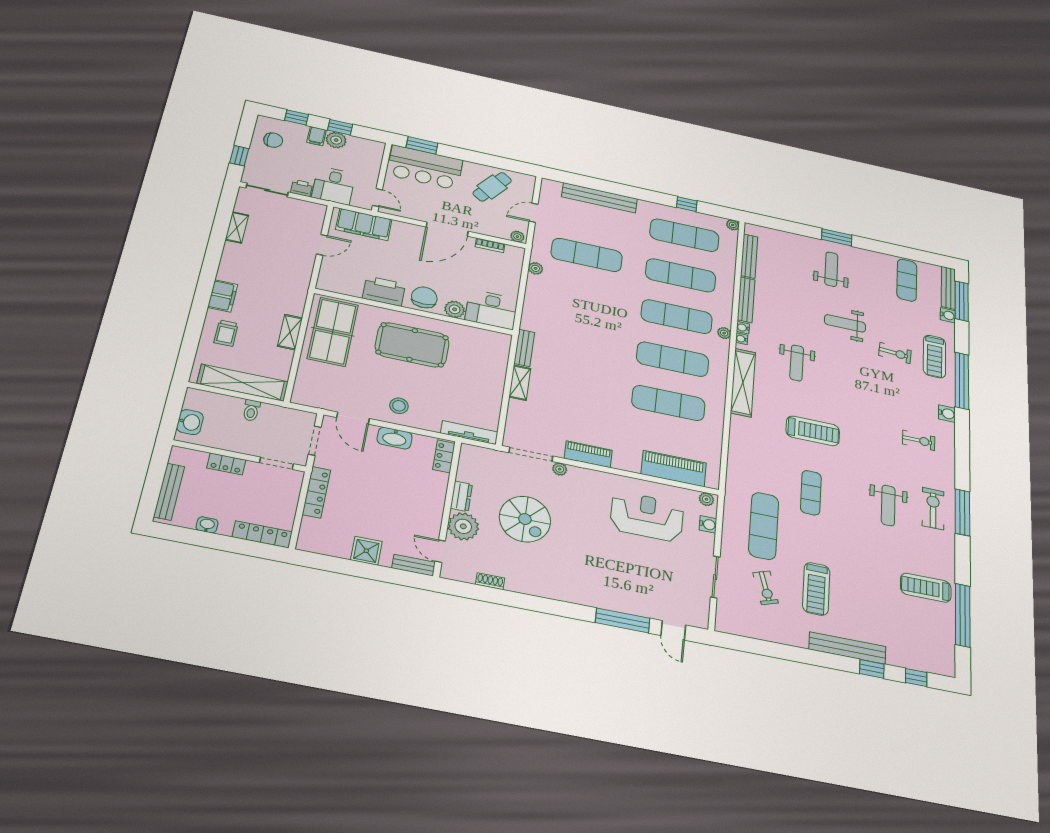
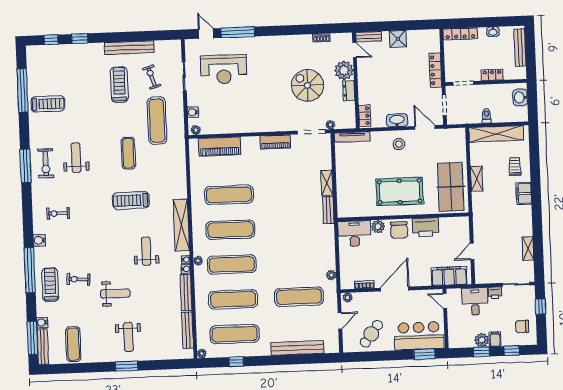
plant: (560, 469) -> (330, 125), moved
reception desk: (647, 516) -> (224, 69), moved
bench: (847, 648) -> (129, 48), moved

